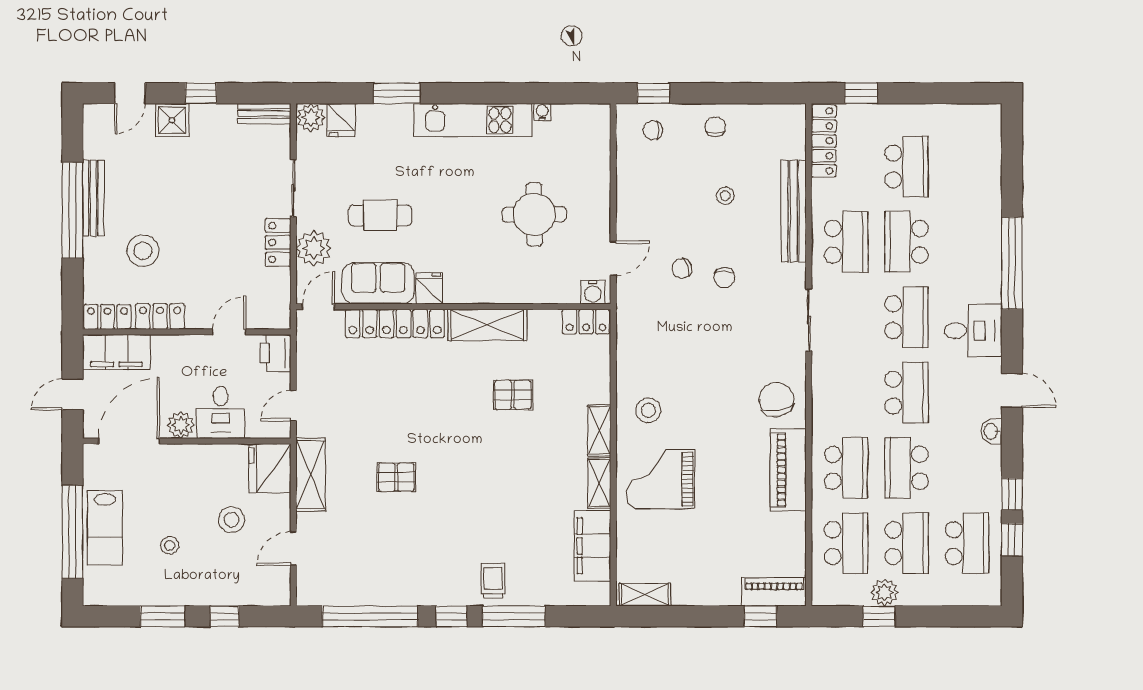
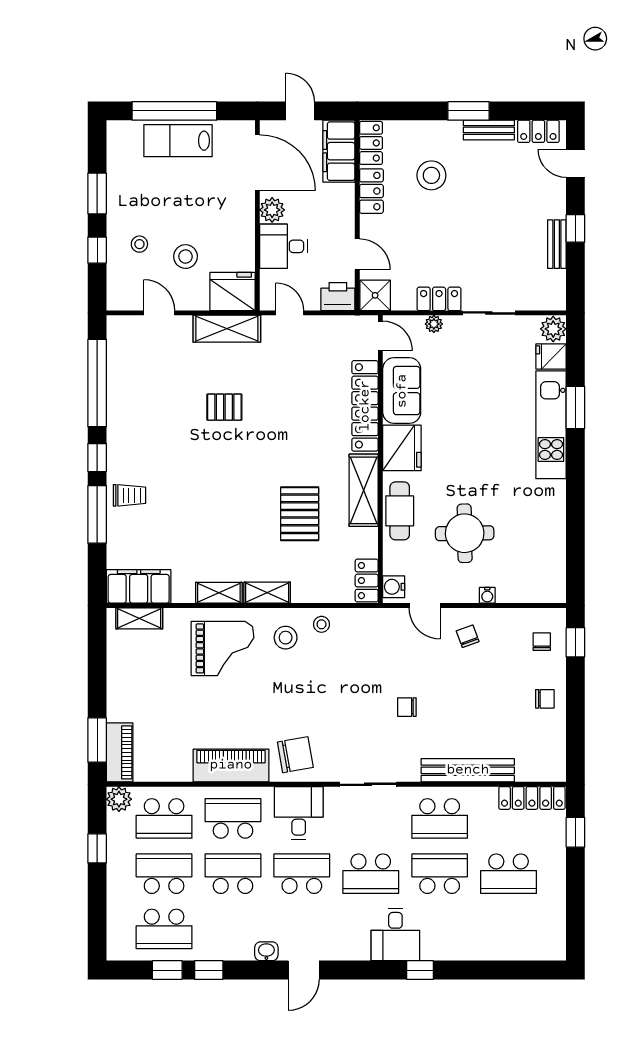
water cooler: (542, 112) -> (487, 595), moved, turned 90
bench: (264, 114) -> (557, 244), moved
shower: (172, 120) -> (375, 295), moved
kitchen unit: (473, 120) -> (551, 425), moved
locker: (95, 134) -> (538, 131), added
stool: (725, 196) -> (322, 624), moved
bench: (93, 198) -> (489, 130), width x0.73
window: (72, 210) -> (468, 111), width x0.47
cafe table: (380, 215) -> (400, 511), moved
plant: (314, 248) -> (434, 324), width x0.53, depth x0.53
window: (1012, 263) -> (420, 970), width x0.32
chair: (682, 268) -> (468, 636), moved
fridge: (429, 288) -> (402, 448), width x1.88, depth x1.34
desk: (973, 331) -> (395, 935), moved
school desk: (907, 392) -> (302, 874), turned 180
pallet: (513, 395) -> (300, 514), width x1.50, depth x1.42
desk: (840, 396) -> (299, 813), added
school desk: (846, 468) -> (233, 818), turned 180
pallet: (396, 477) -> (224, 407), turned 90
grand piano: (660, 479) -> (222, 648), turned 90
school desk: (907, 543) -> (164, 874), turned 180
stool: (170, 545) -> (139, 244), moved
filing cabinet: (592, 546) -> (139, 586), moved
plant: (884, 592) -> (119, 799), moved
shelving: (645, 595) -> (139, 618), moved, turned 90
window: (760, 616) -> (97, 740), width x1.50

